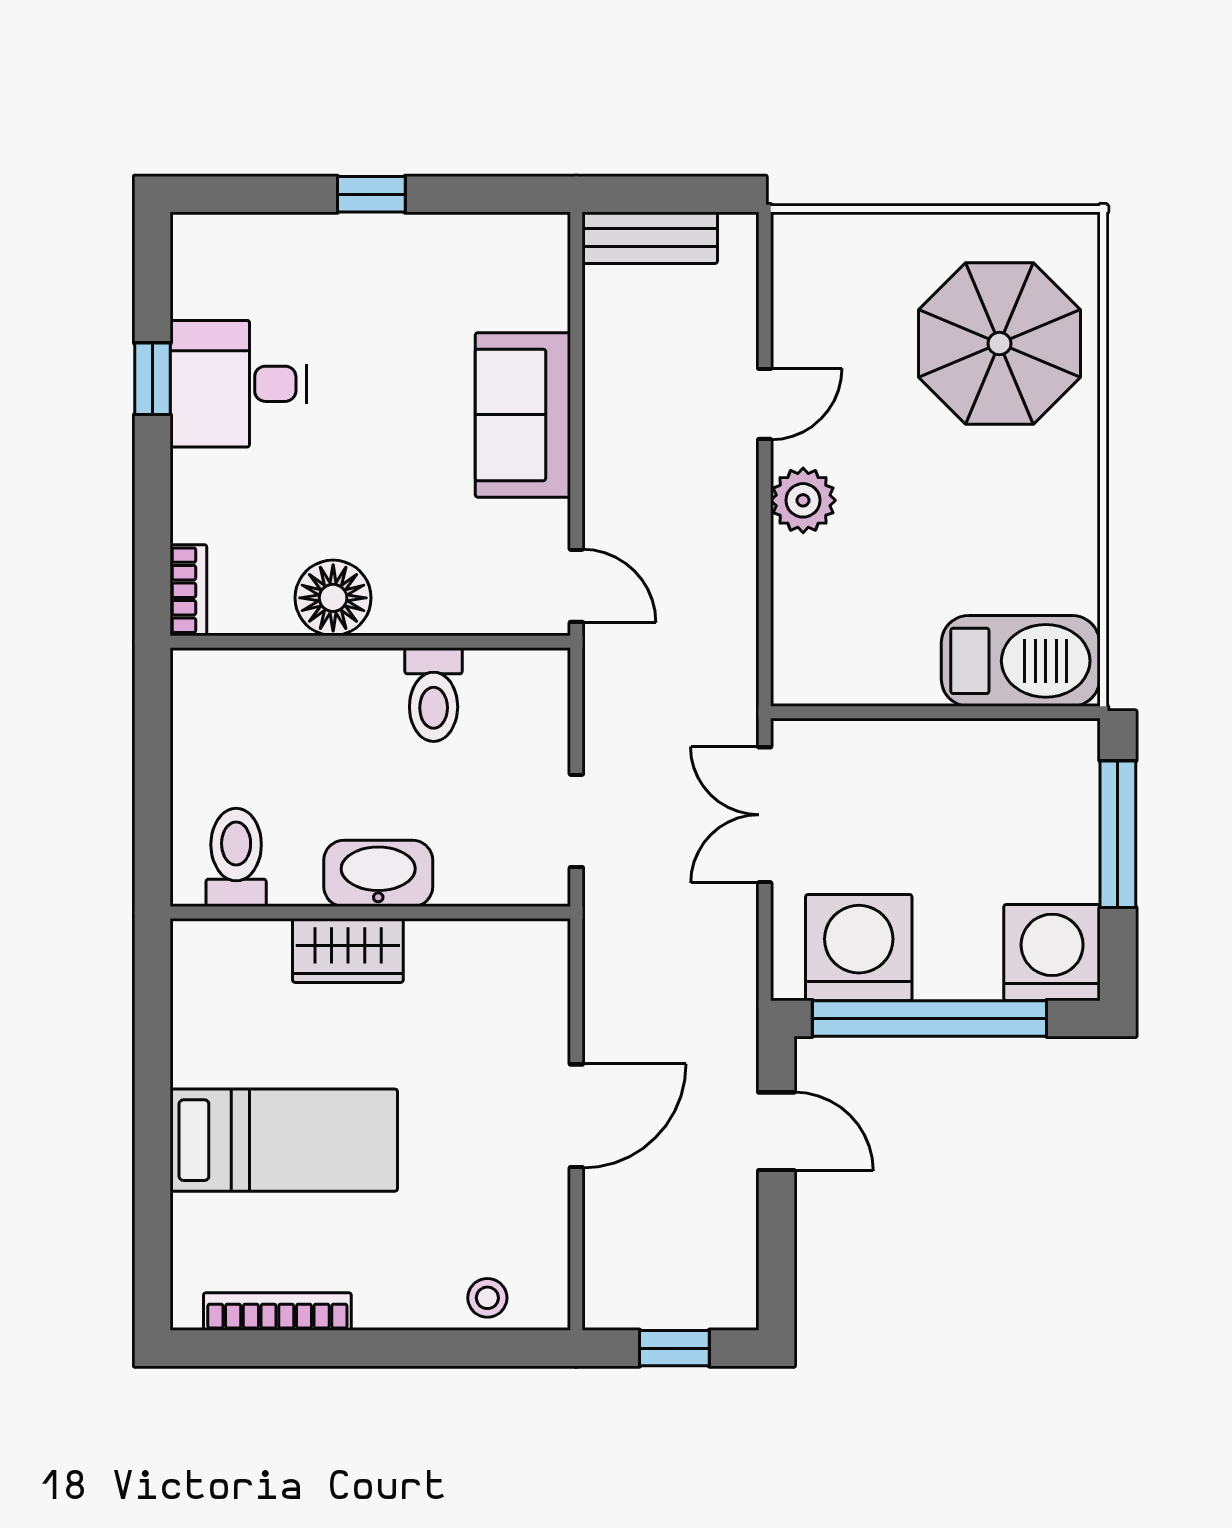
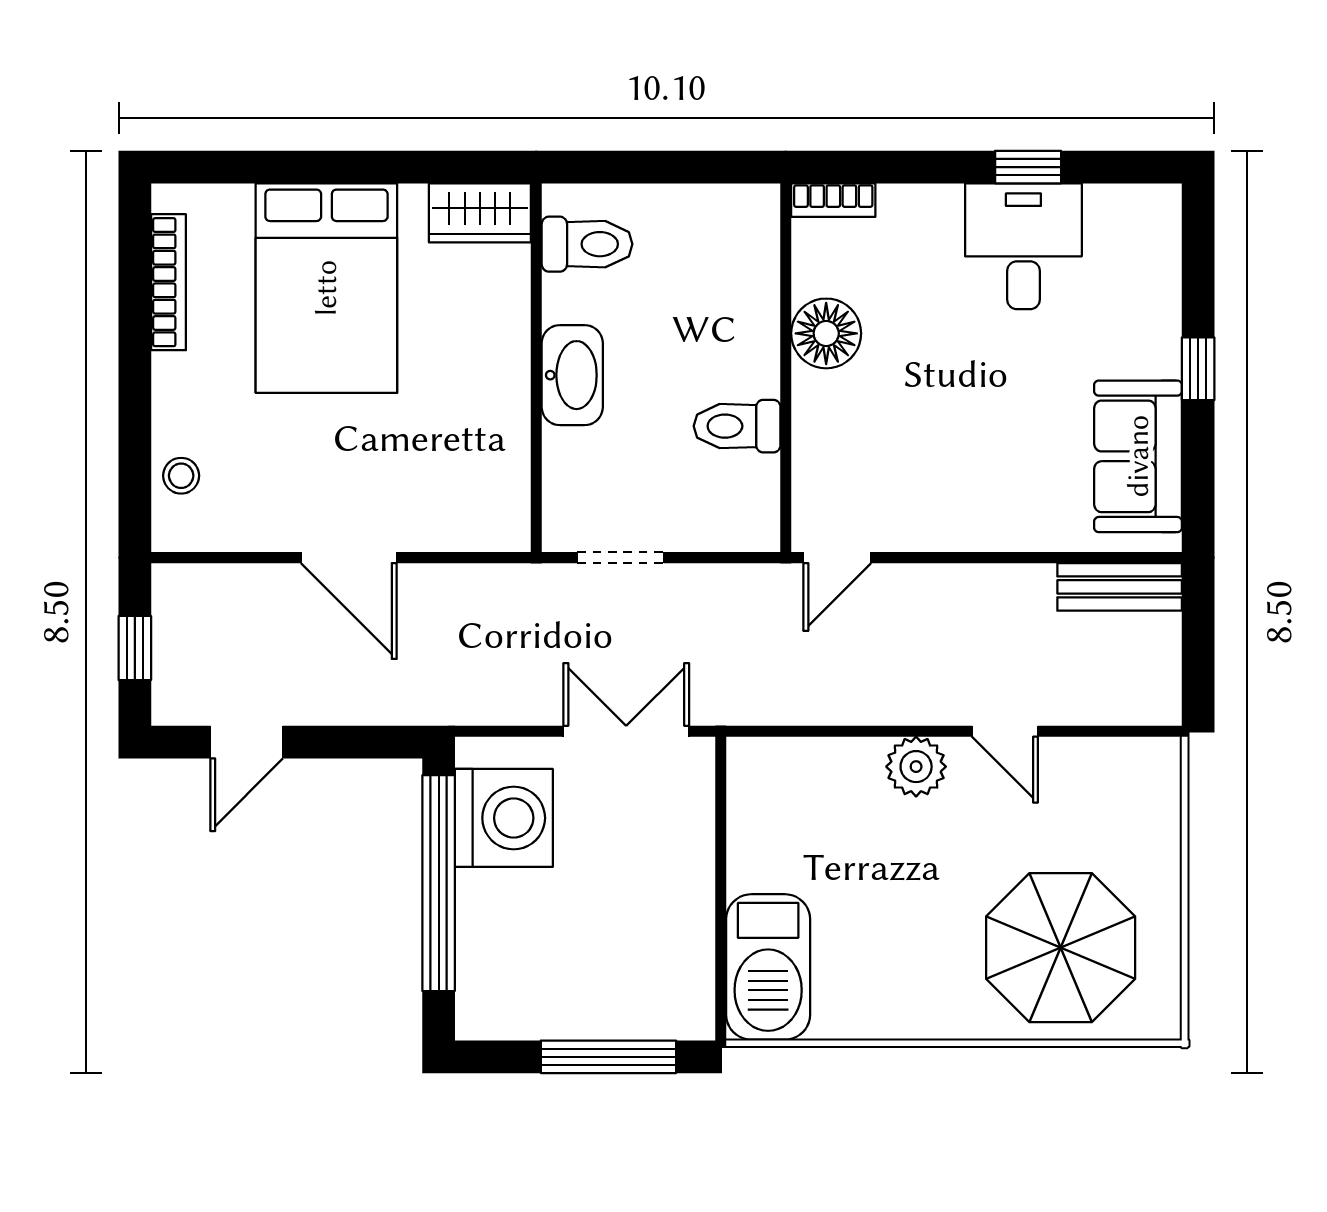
bench: (650, 238) -> (1120, 587), moved, turned 90
sofa: (523, 415) -> (1138, 456), moved, turned -90
wardrobe: (348, 950) -> (480, 213), moved, turned -90
washing machine: (1052, 953) -> (499, 996), removed
door: (776, 1131) -> (247, 742), moved
bed: (284, 1140) -> (326, 288), width x1.50

